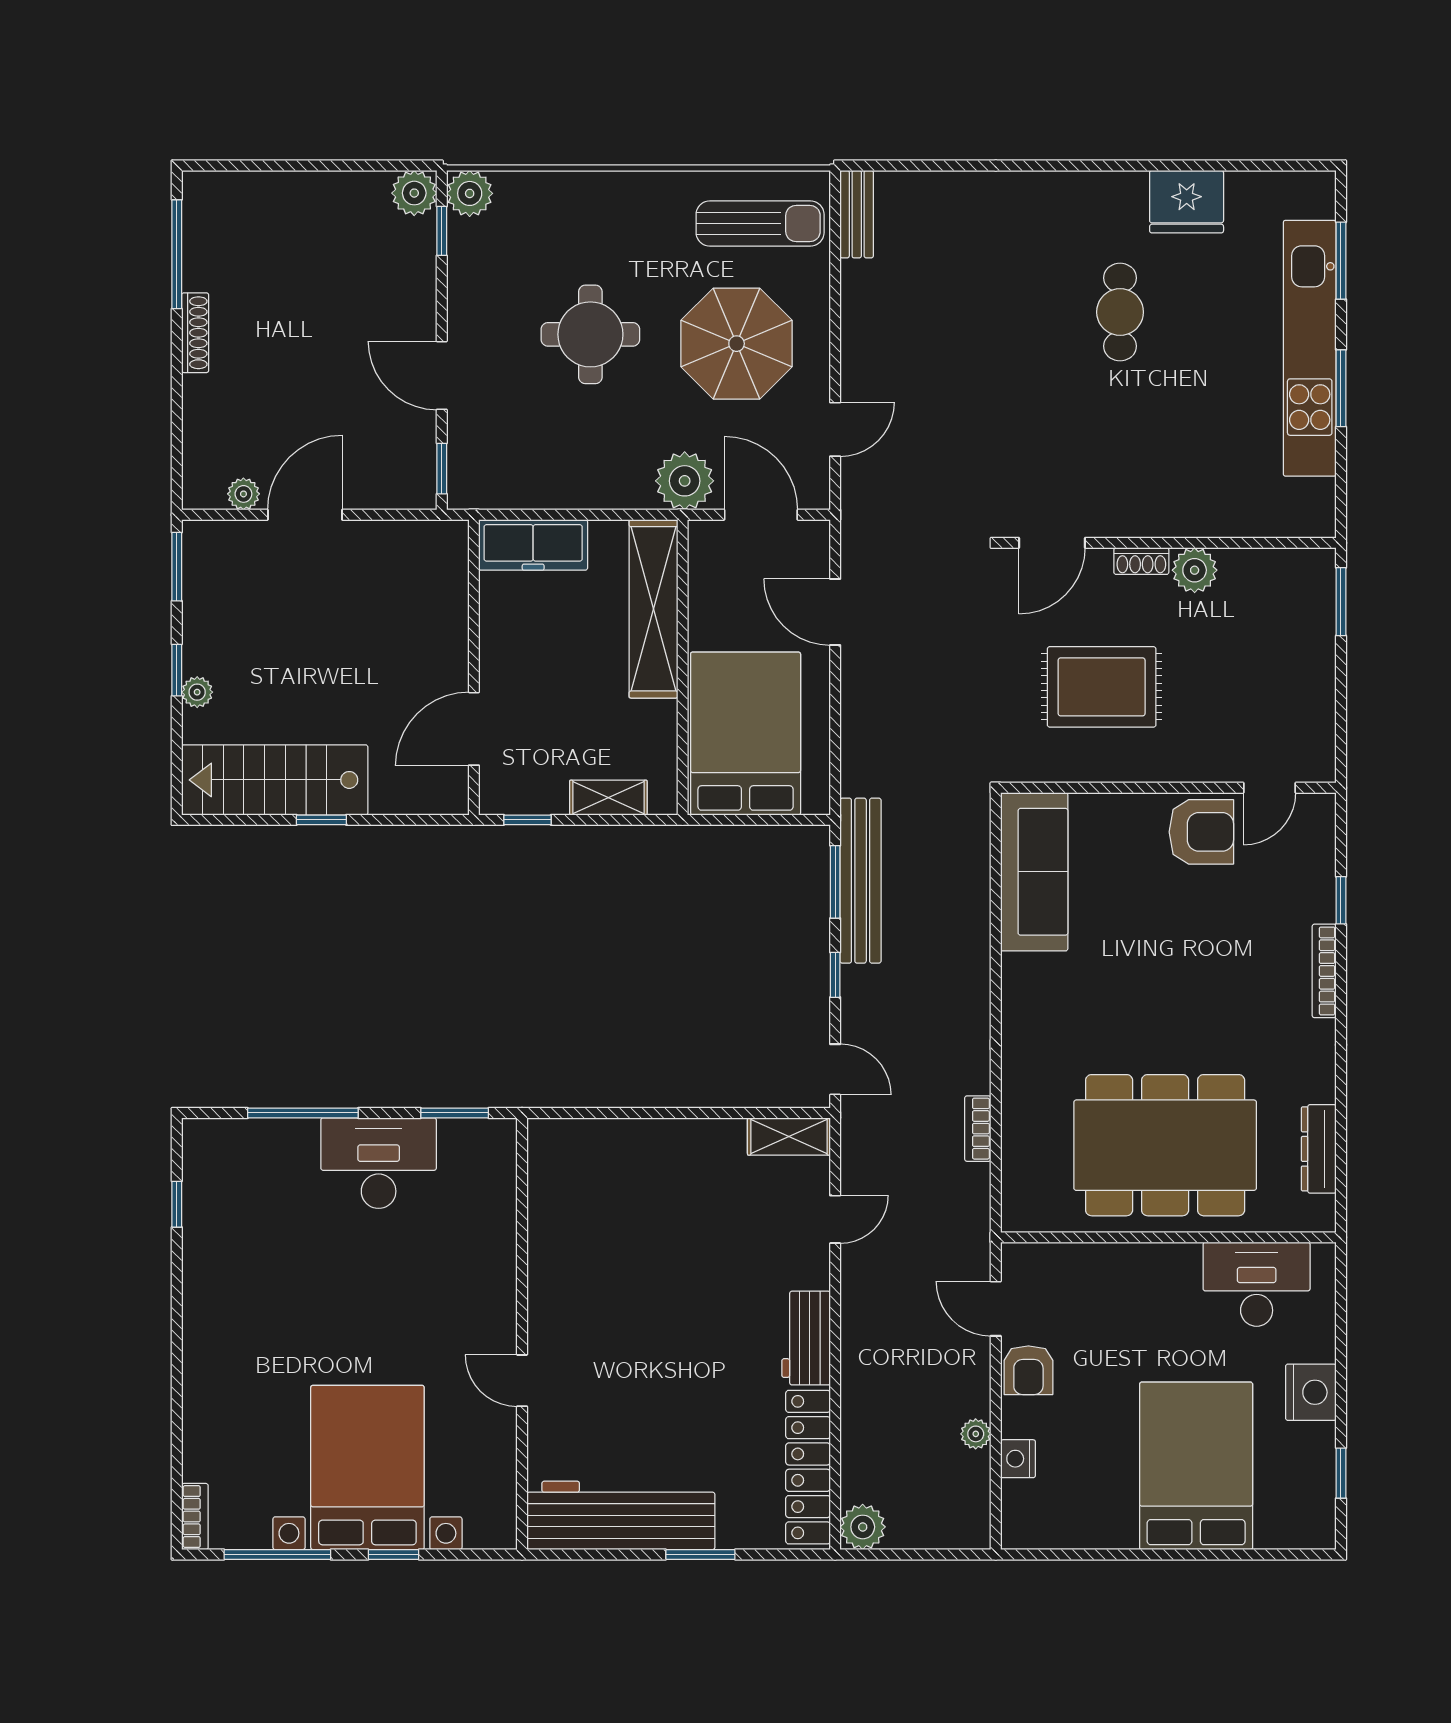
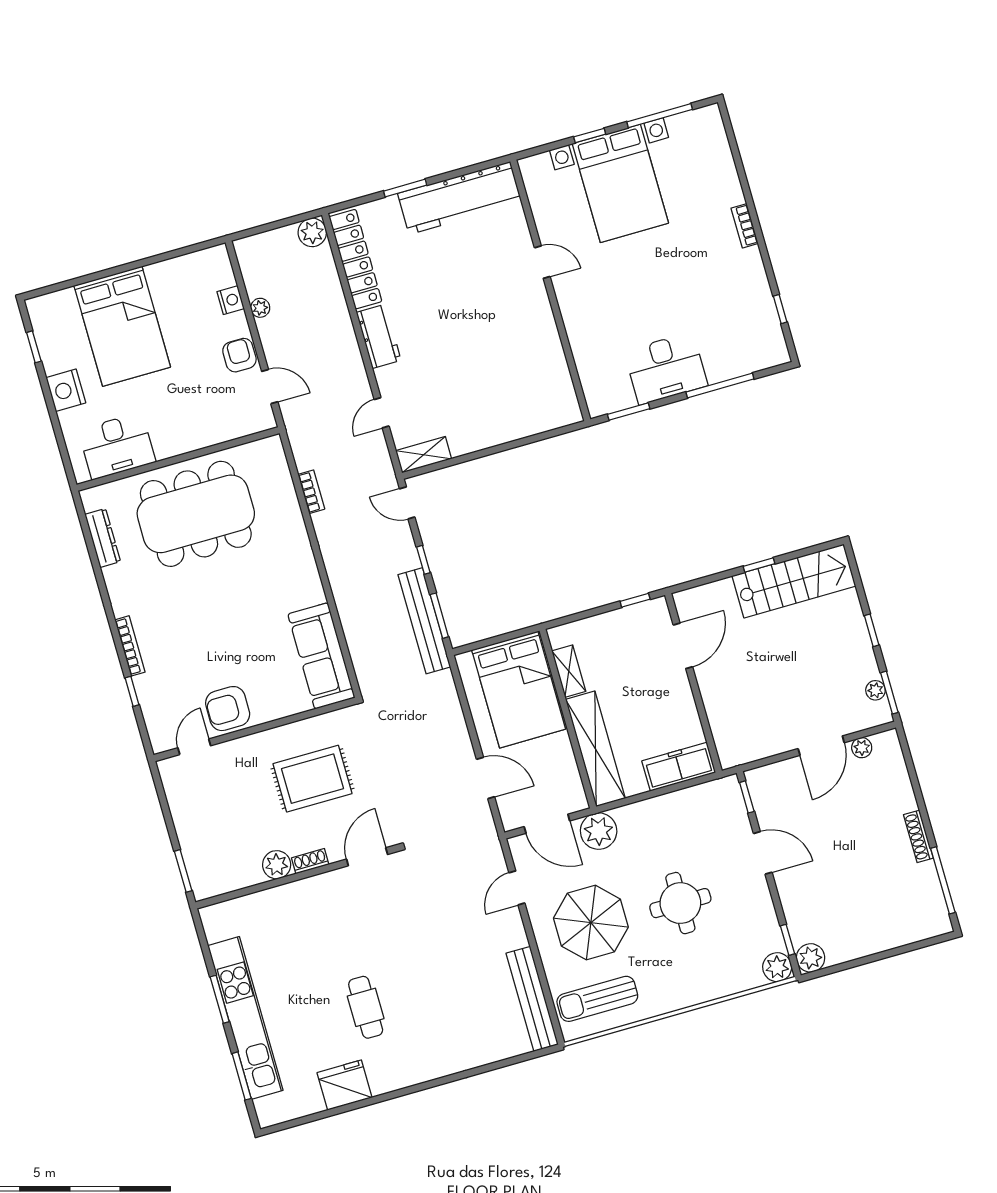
bench: (857, 214) -> (532, 999), width x1.86, depth x1.21
plant: (197, 692) -> (875, 690), moved
shelving: (608, 798) -> (569, 671), moved, turned 90
bookcase: (195, 1517) -> (745, 226), moved

